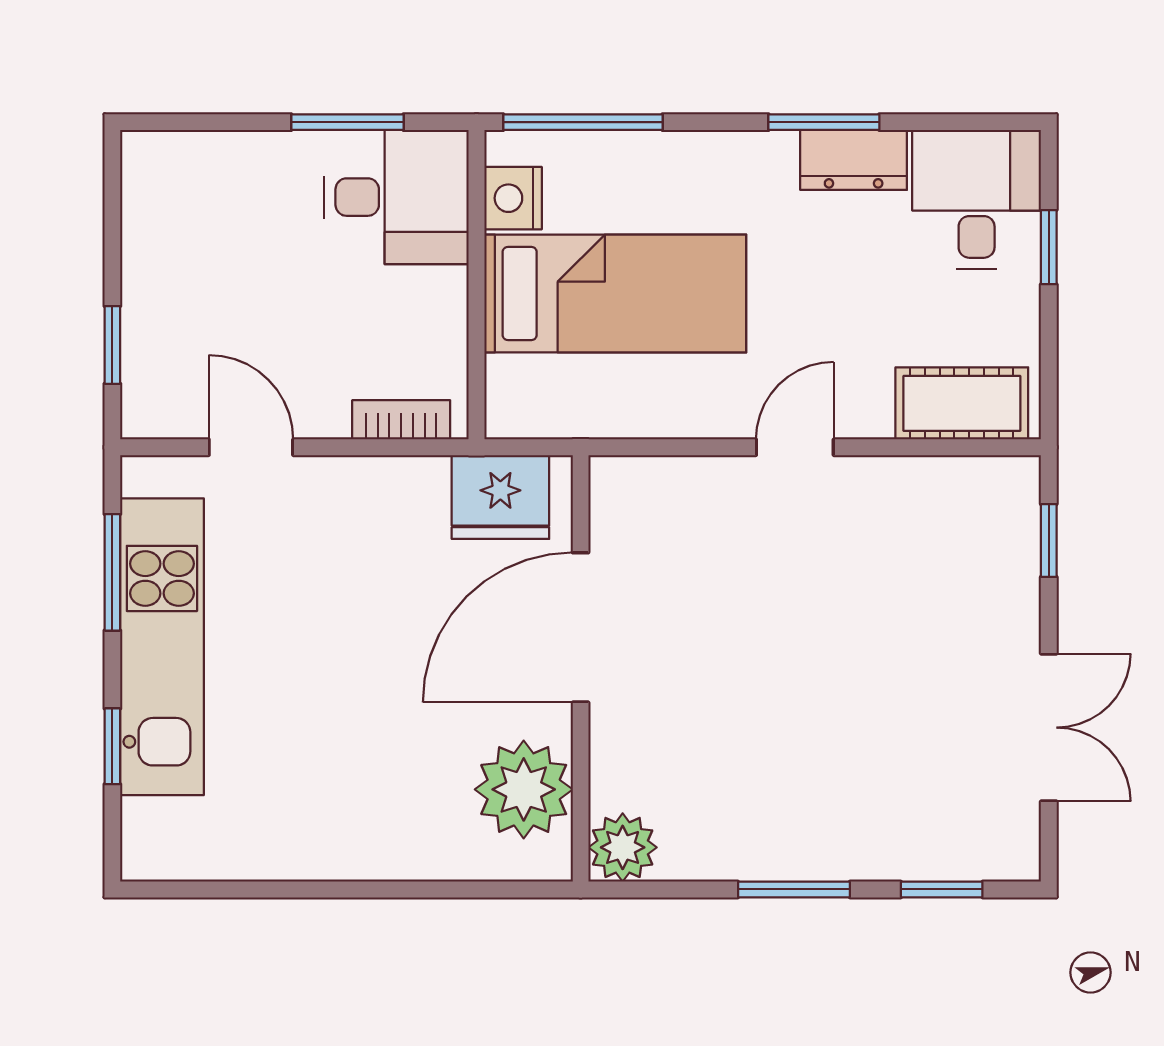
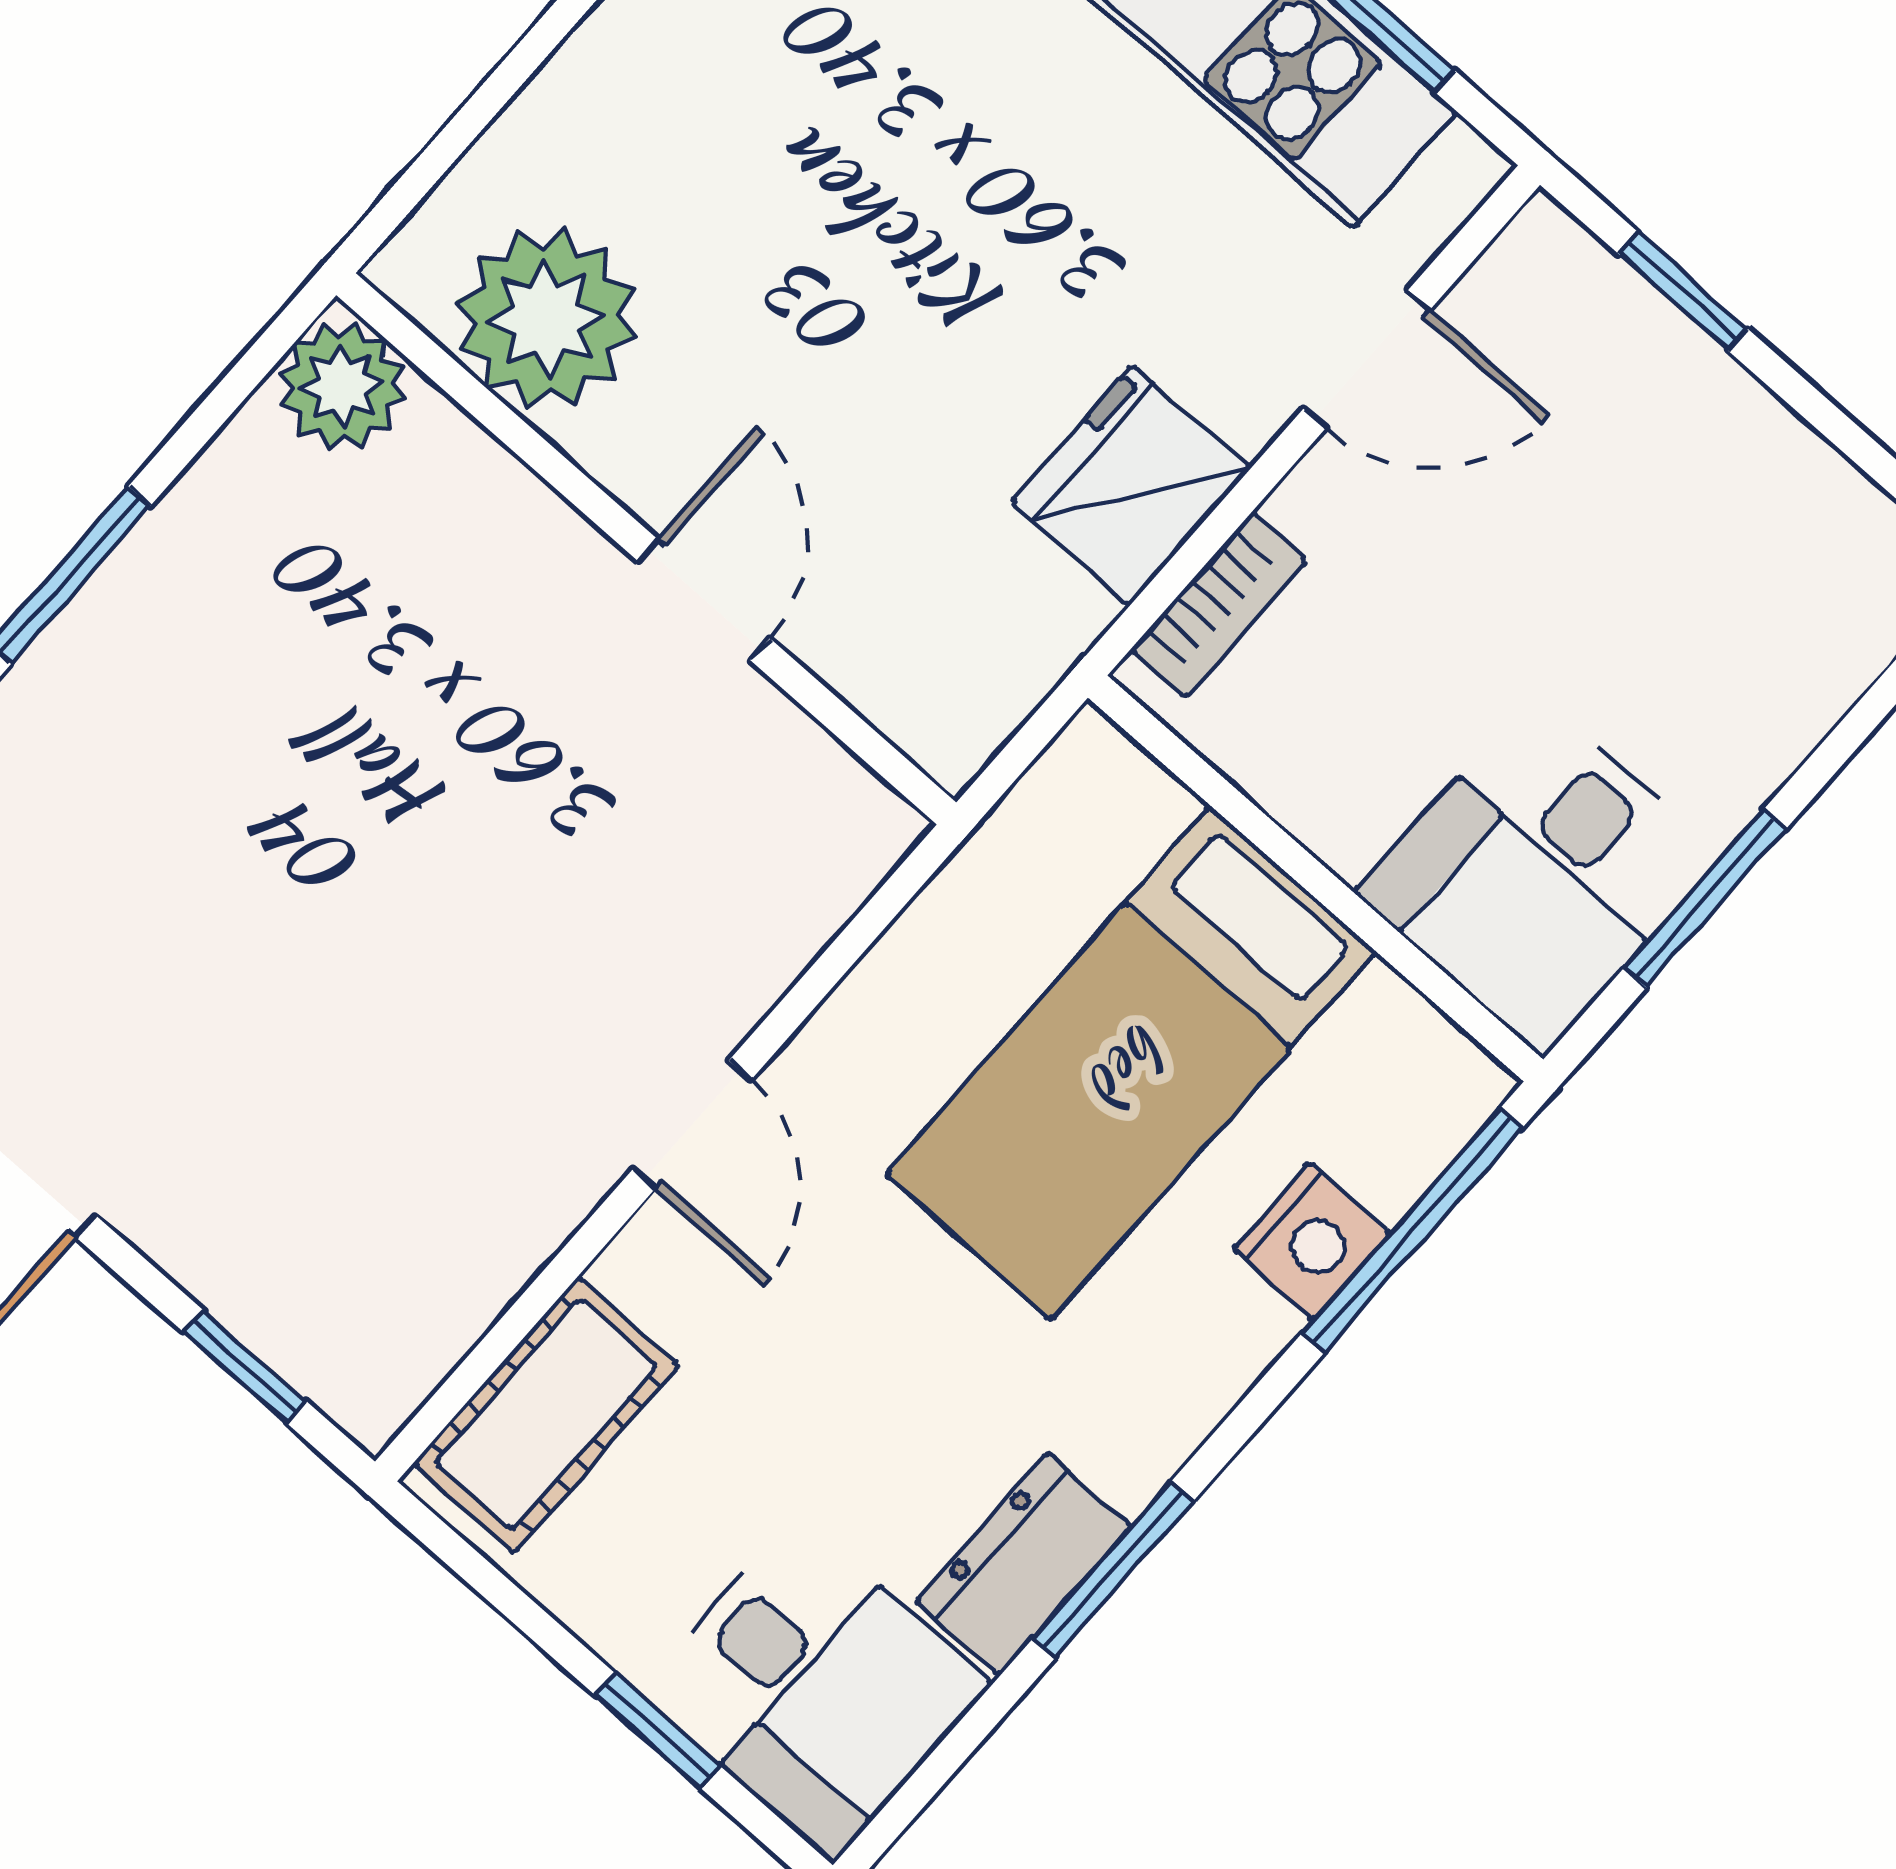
nightstand: (513, 198) -> (1312, 1241), moved, turned 90
fridge: (500, 497) -> (1131, 485), moved
door: (581, 627) -> (704, 600), width x0.53

